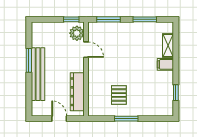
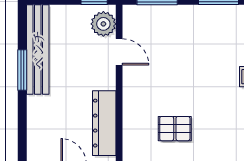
bench: (38, 74) -> (38, 50), moved
pallet: (119, 95) -> (175, 129), turned 90

